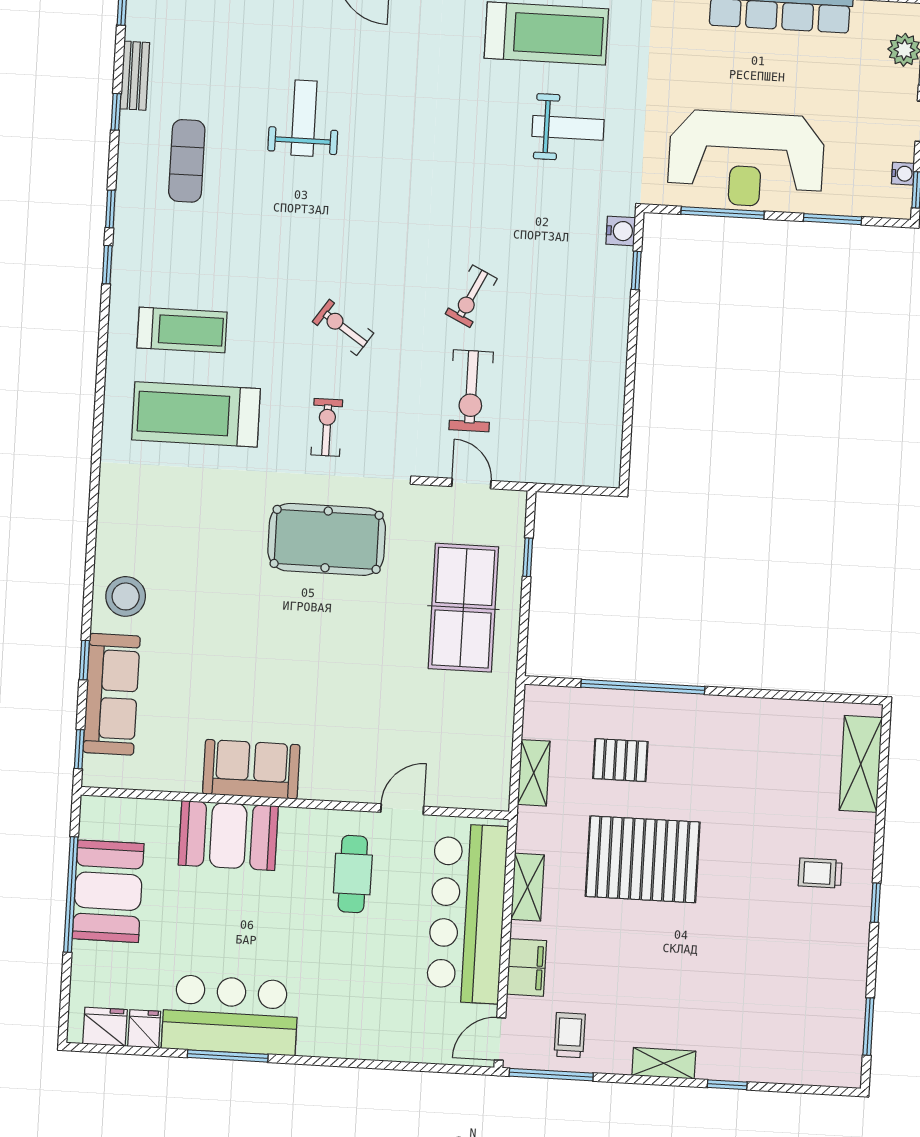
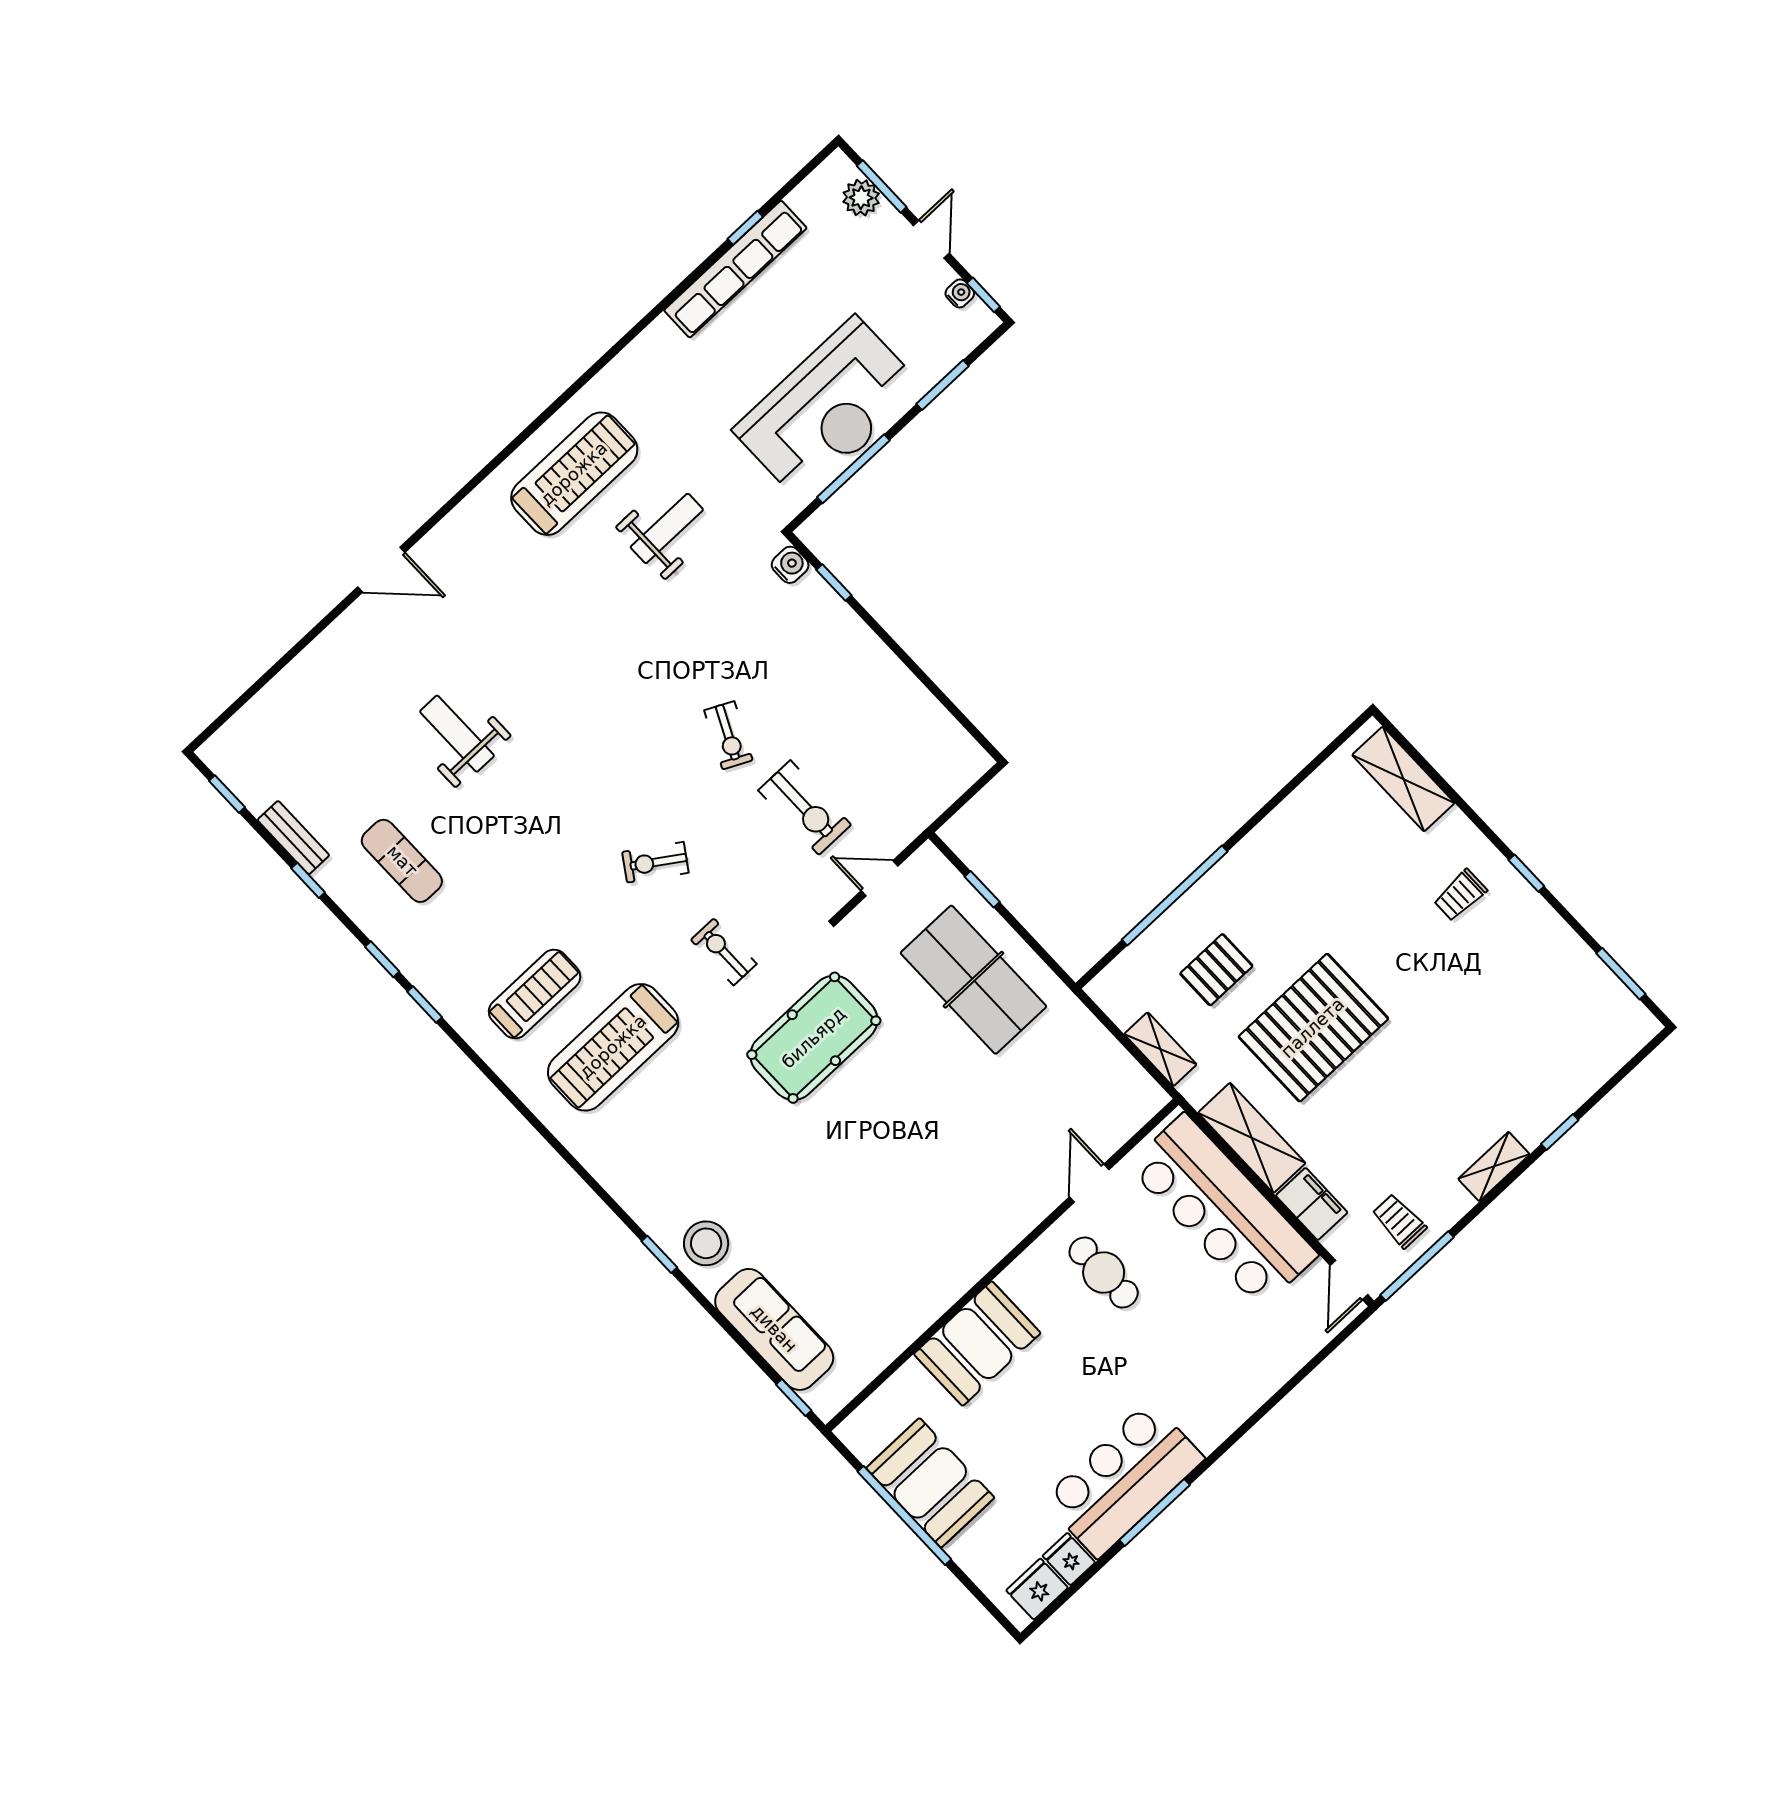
window: (84, 660) -> (659, 1254), moved
sofa: (251, 769) -> (942, 1274), removed
shelving: (528, 887) -> (1252, 1138), width x1.50, depth x1.33

